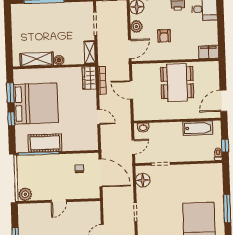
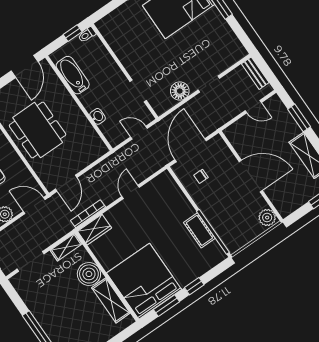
boiler: (59, 60) -> (89, 274), width x1.86, depth x1.86
dining table: (177, 83) -> (38, 130), turned 90
door: (131, 90) -> (66, 183), moved
door: (223, 101) -> (25, 66), hinge flipped
bed: (36, 104) -> (144, 281), moved
washbasin: (143, 128) -> (98, 116), moved
cot: (45, 143) -> (199, 230), width x0.73, depth x0.75
floor lamp: (143, 180) -> (180, 91), moved
door: (59, 201) -> (251, 176), width x1.88

